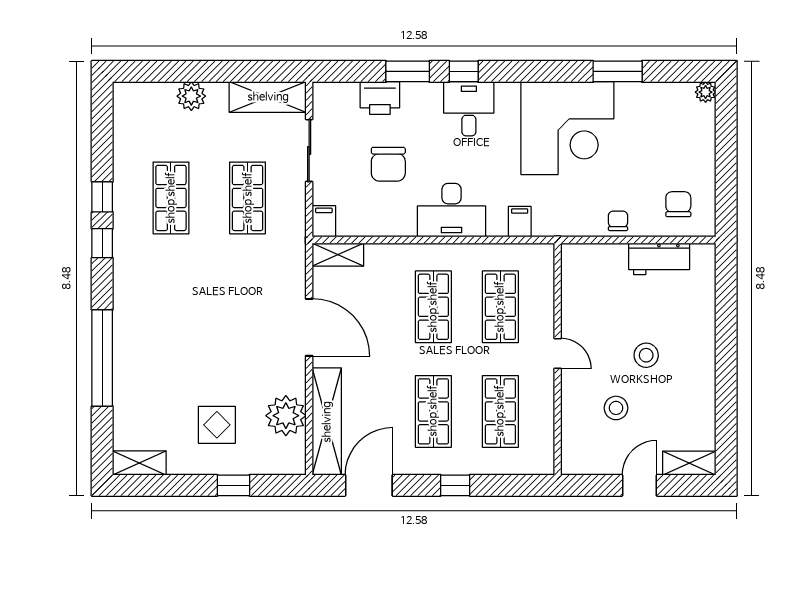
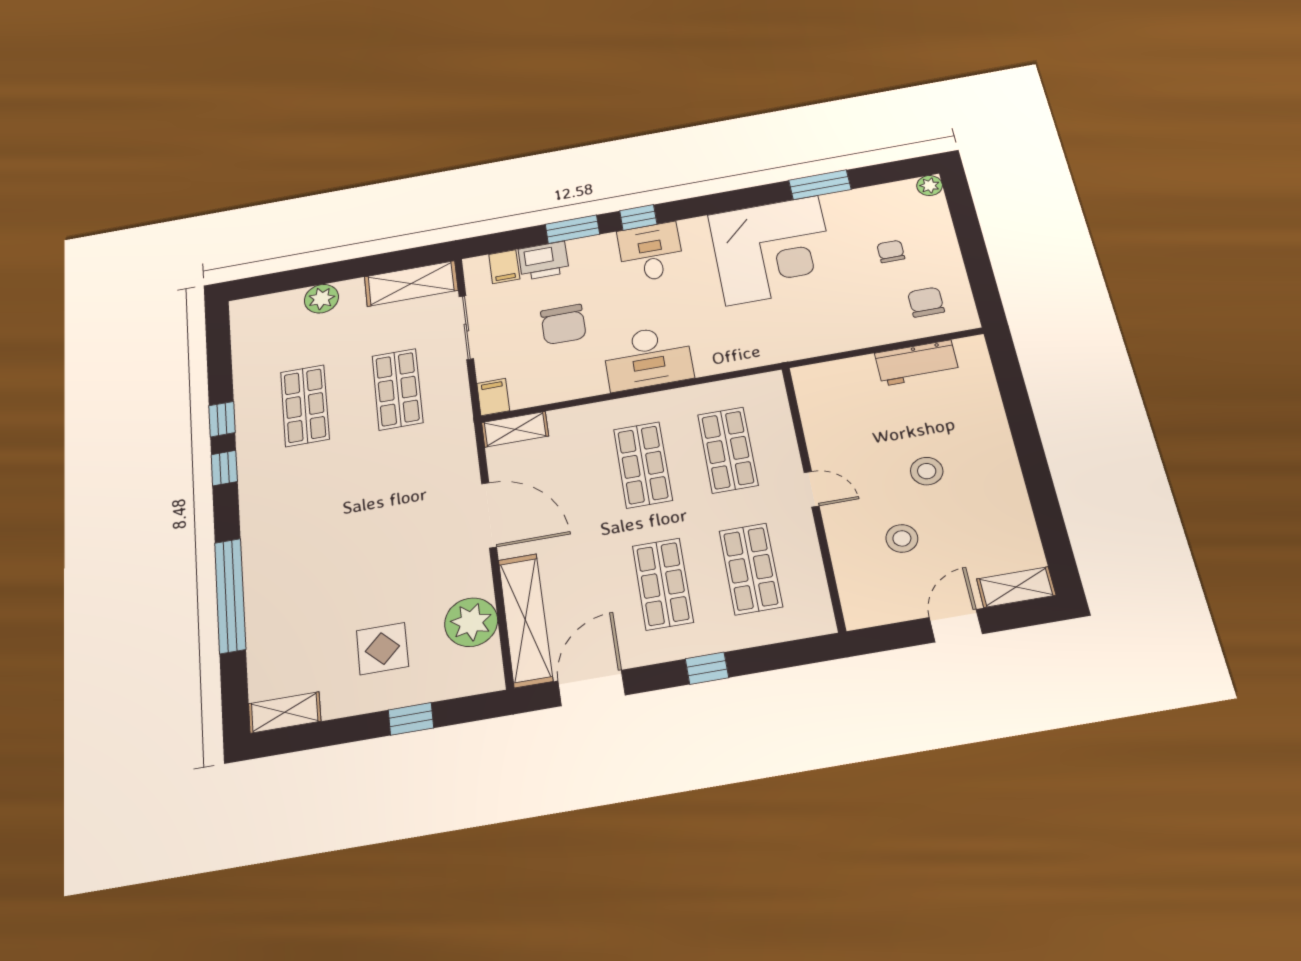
chair: (618, 221) -> (891, 251), moved
filing cabinet: (520, 222) -> (504, 267), moved, turned 180

